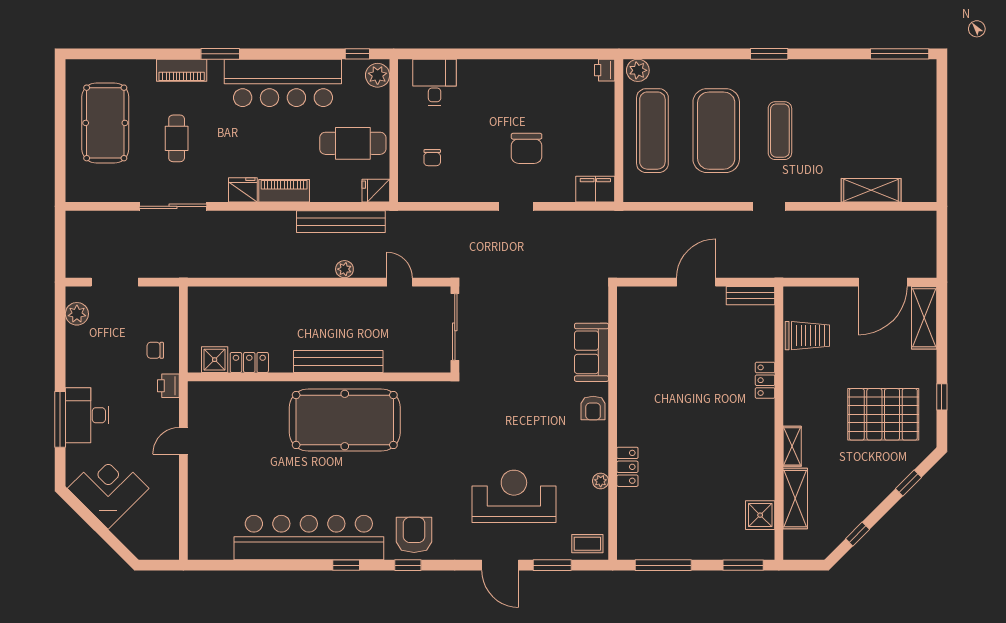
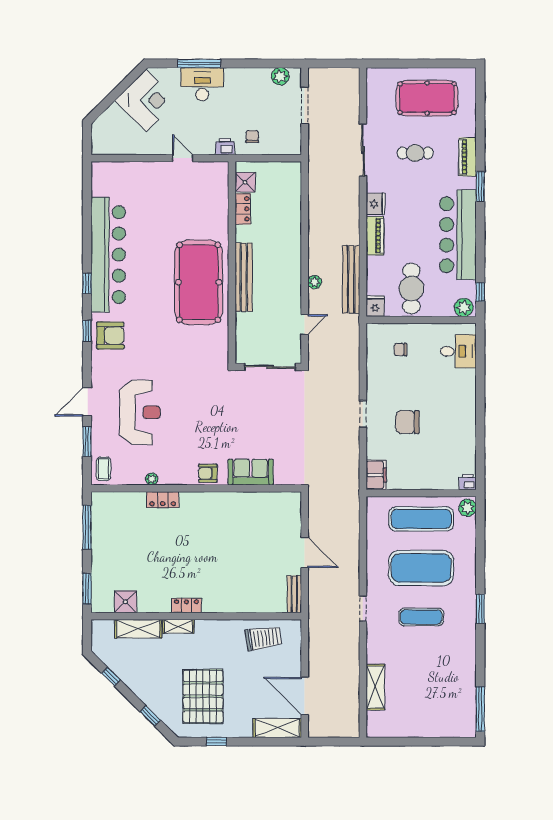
trolley: (807, 336) -> (264, 638), turned -98
locker: (765, 380) -> (186, 605), moved

